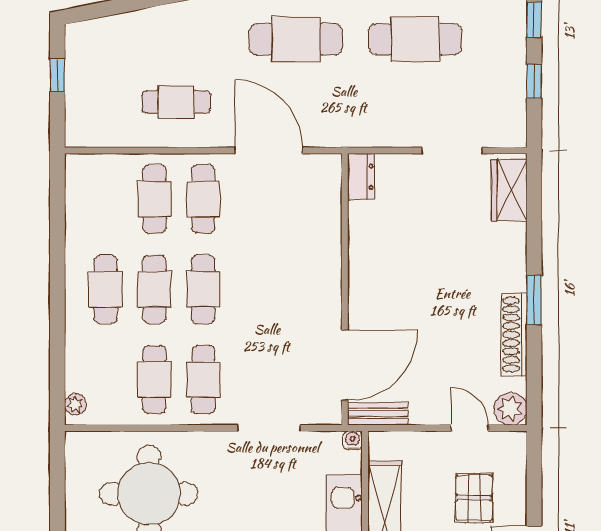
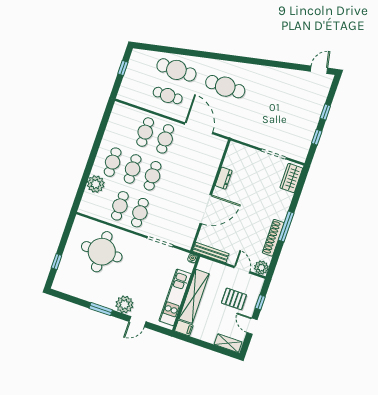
cafe table: (415, 39) -> (176, 70), moved
dresser: (361, 177) -> (224, 178), moved
window: (534, 300) -> (286, 226), width x1.44
door: (345, 365) -> (206, 209), moved
plant: (75, 404) -> (96, 184), moved, width x1.88, depth x1.88
bench: (378, 414) -> (211, 253), width x1.36
window: (534, 486) -> (260, 302), added
pallet: (474, 498) -> (234, 299), turned 90

